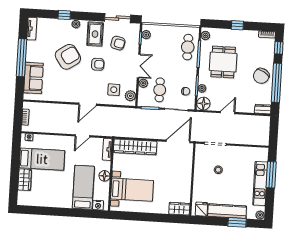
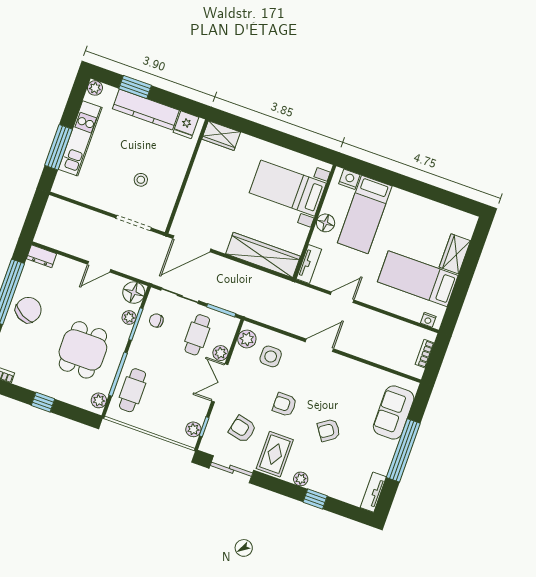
armchair: (68, 57) -> (329, 430), width x0.53, depth x0.53

